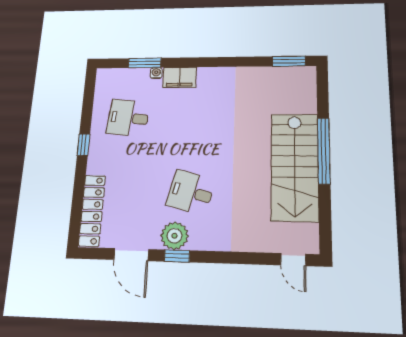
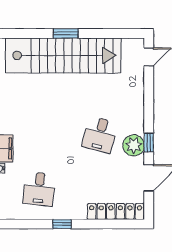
window: (324, 151) -> (66, 33), width x0.47
stairs: (295, 167) -> (63, 55), width x1.36

